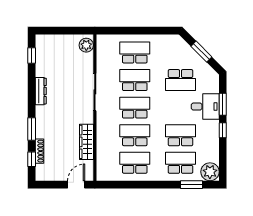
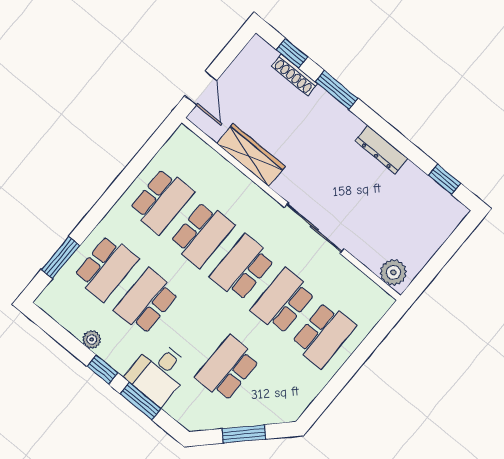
school desk: (135, 80) -> (283, 301), turned 180
school desk: (135, 108) -> (243, 268), turned 180
school desk: (181, 135) -> (146, 301), turned 180
plant: (210, 172) -> (92, 339), moved, width x0.53, depth x0.53

